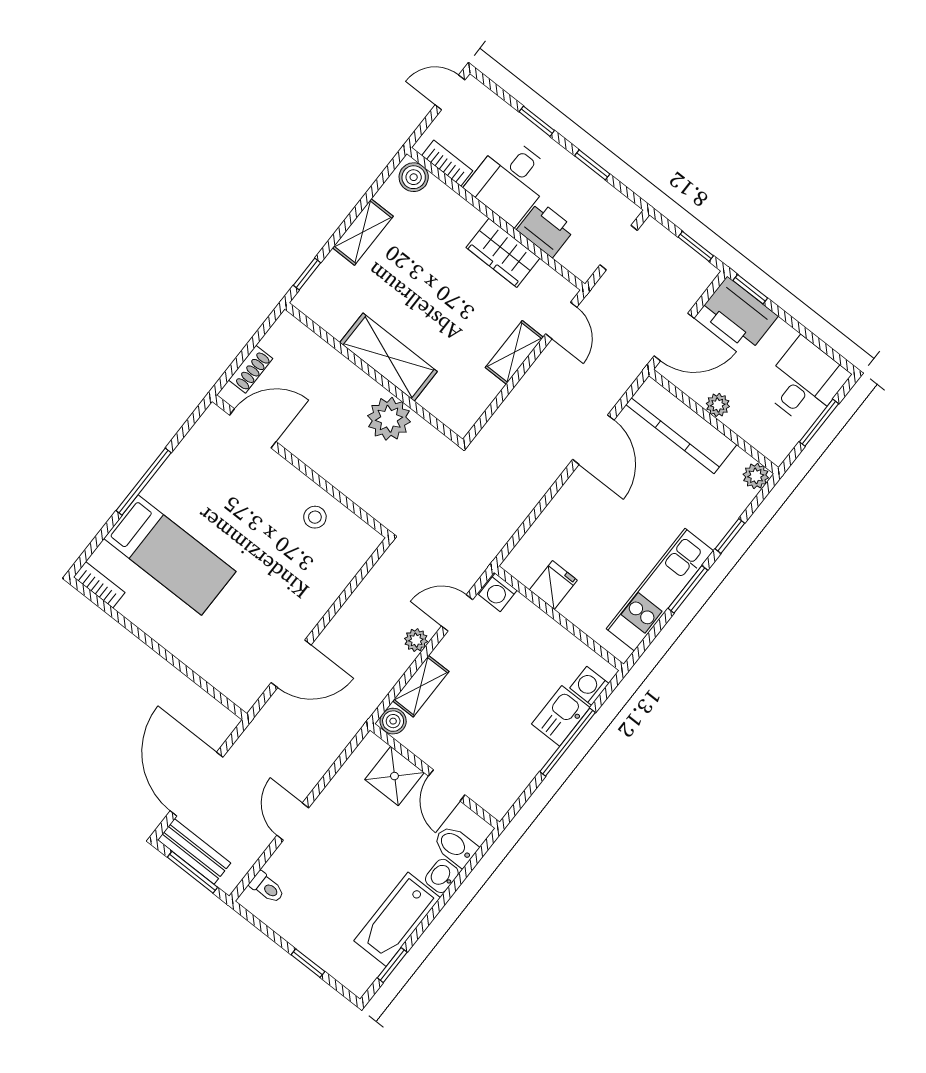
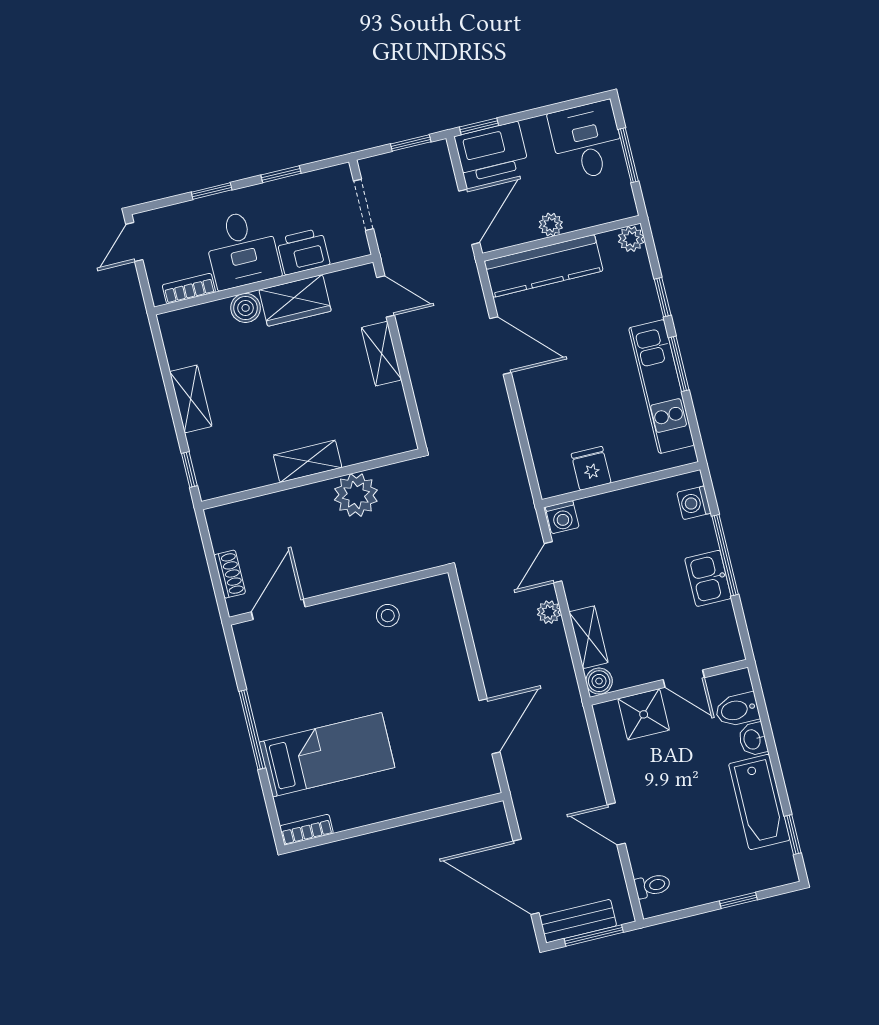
boiler: (414, 177) -> (246, 308), moved
shelving: (389, 357) -> (308, 461), width x0.67, depth x0.75
kitchen sink: (561, 716) -> (708, 578), moved

